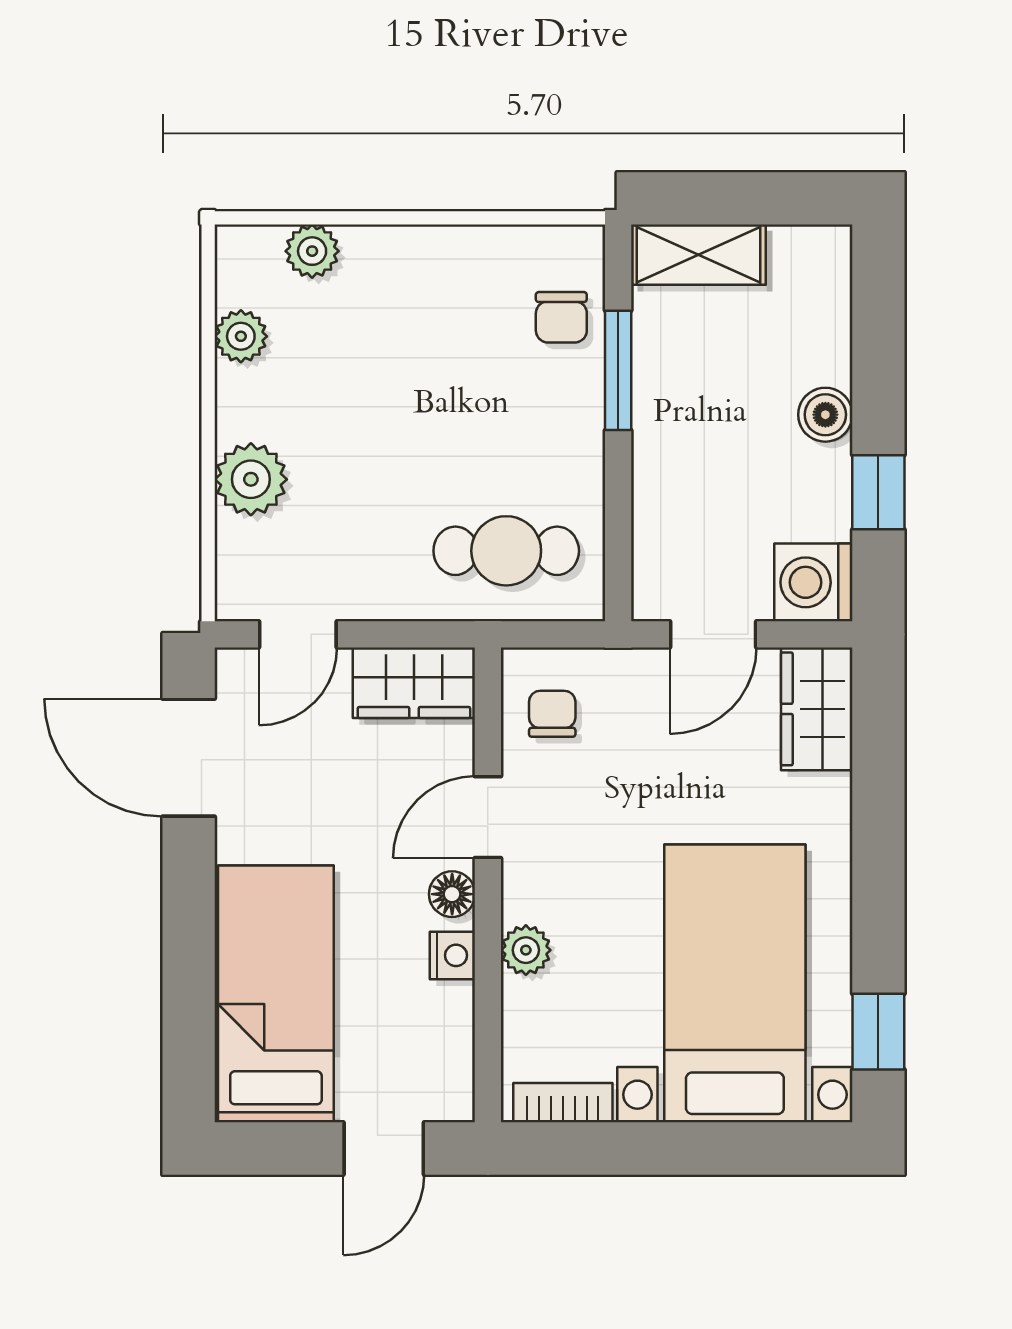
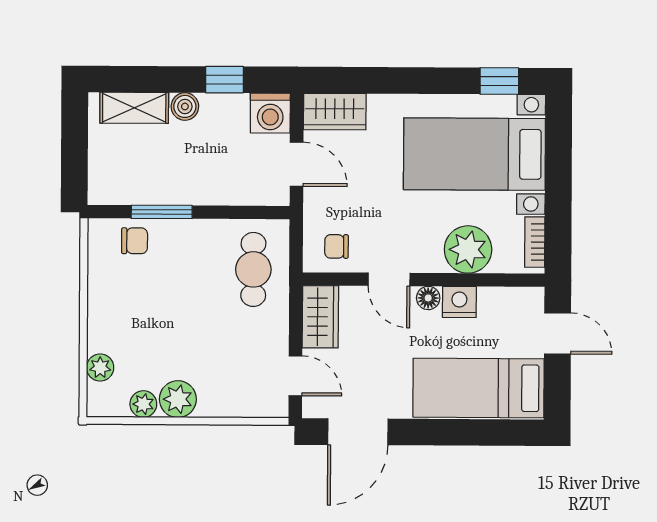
shelving: (698, 255) -> (134, 108), moved, turned 90
plant: (251, 479) -> (178, 399), moved
plant: (526, 950) -> (468, 249), width x1.88, depth x1.88
nightstand: (452, 955) -> (459, 302), width x1.39, depth x1.35

